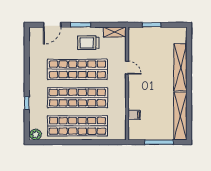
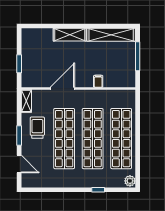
trolley: (88, 43) -> (37, 128), turned 180
shelving: (180, 67) -> (70, 35), width x0.68
door: (127, 68) -> (62, 88), width x1.88
filing cabinet: (134, 115) -> (98, 81), moved

